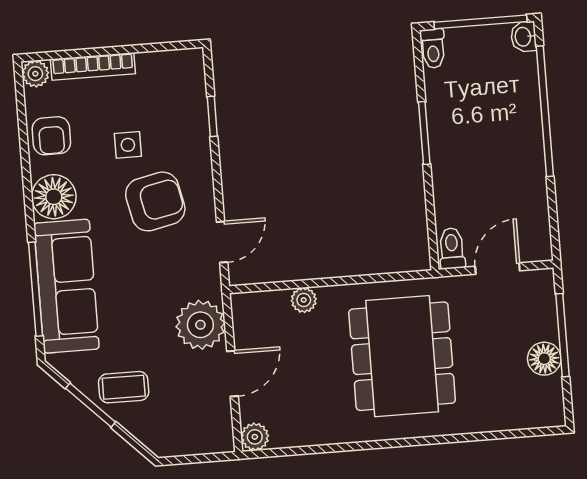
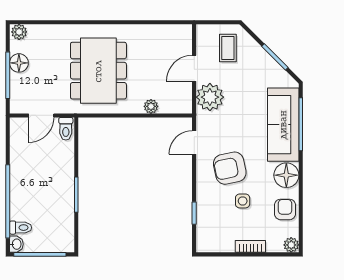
toilet: (433, 48) -> (20, 228), moved, turned 90
bookcase: (93, 66) -> (250, 246), width x0.64
coffee table: (124, 387) -> (228, 48), moved, turned 90
plant: (255, 437) -> (19, 32), moved

